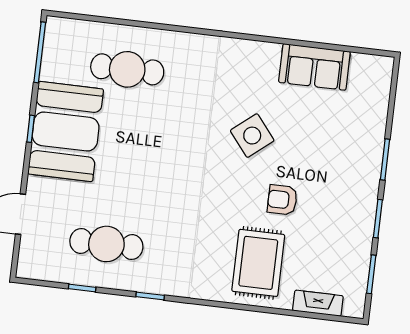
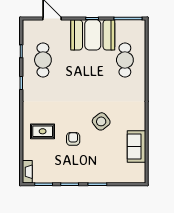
rug: (258, 263) -> (43, 131), width x0.73, depth x0.70
fireplace: (318, 303) -> (27, 172), moved

